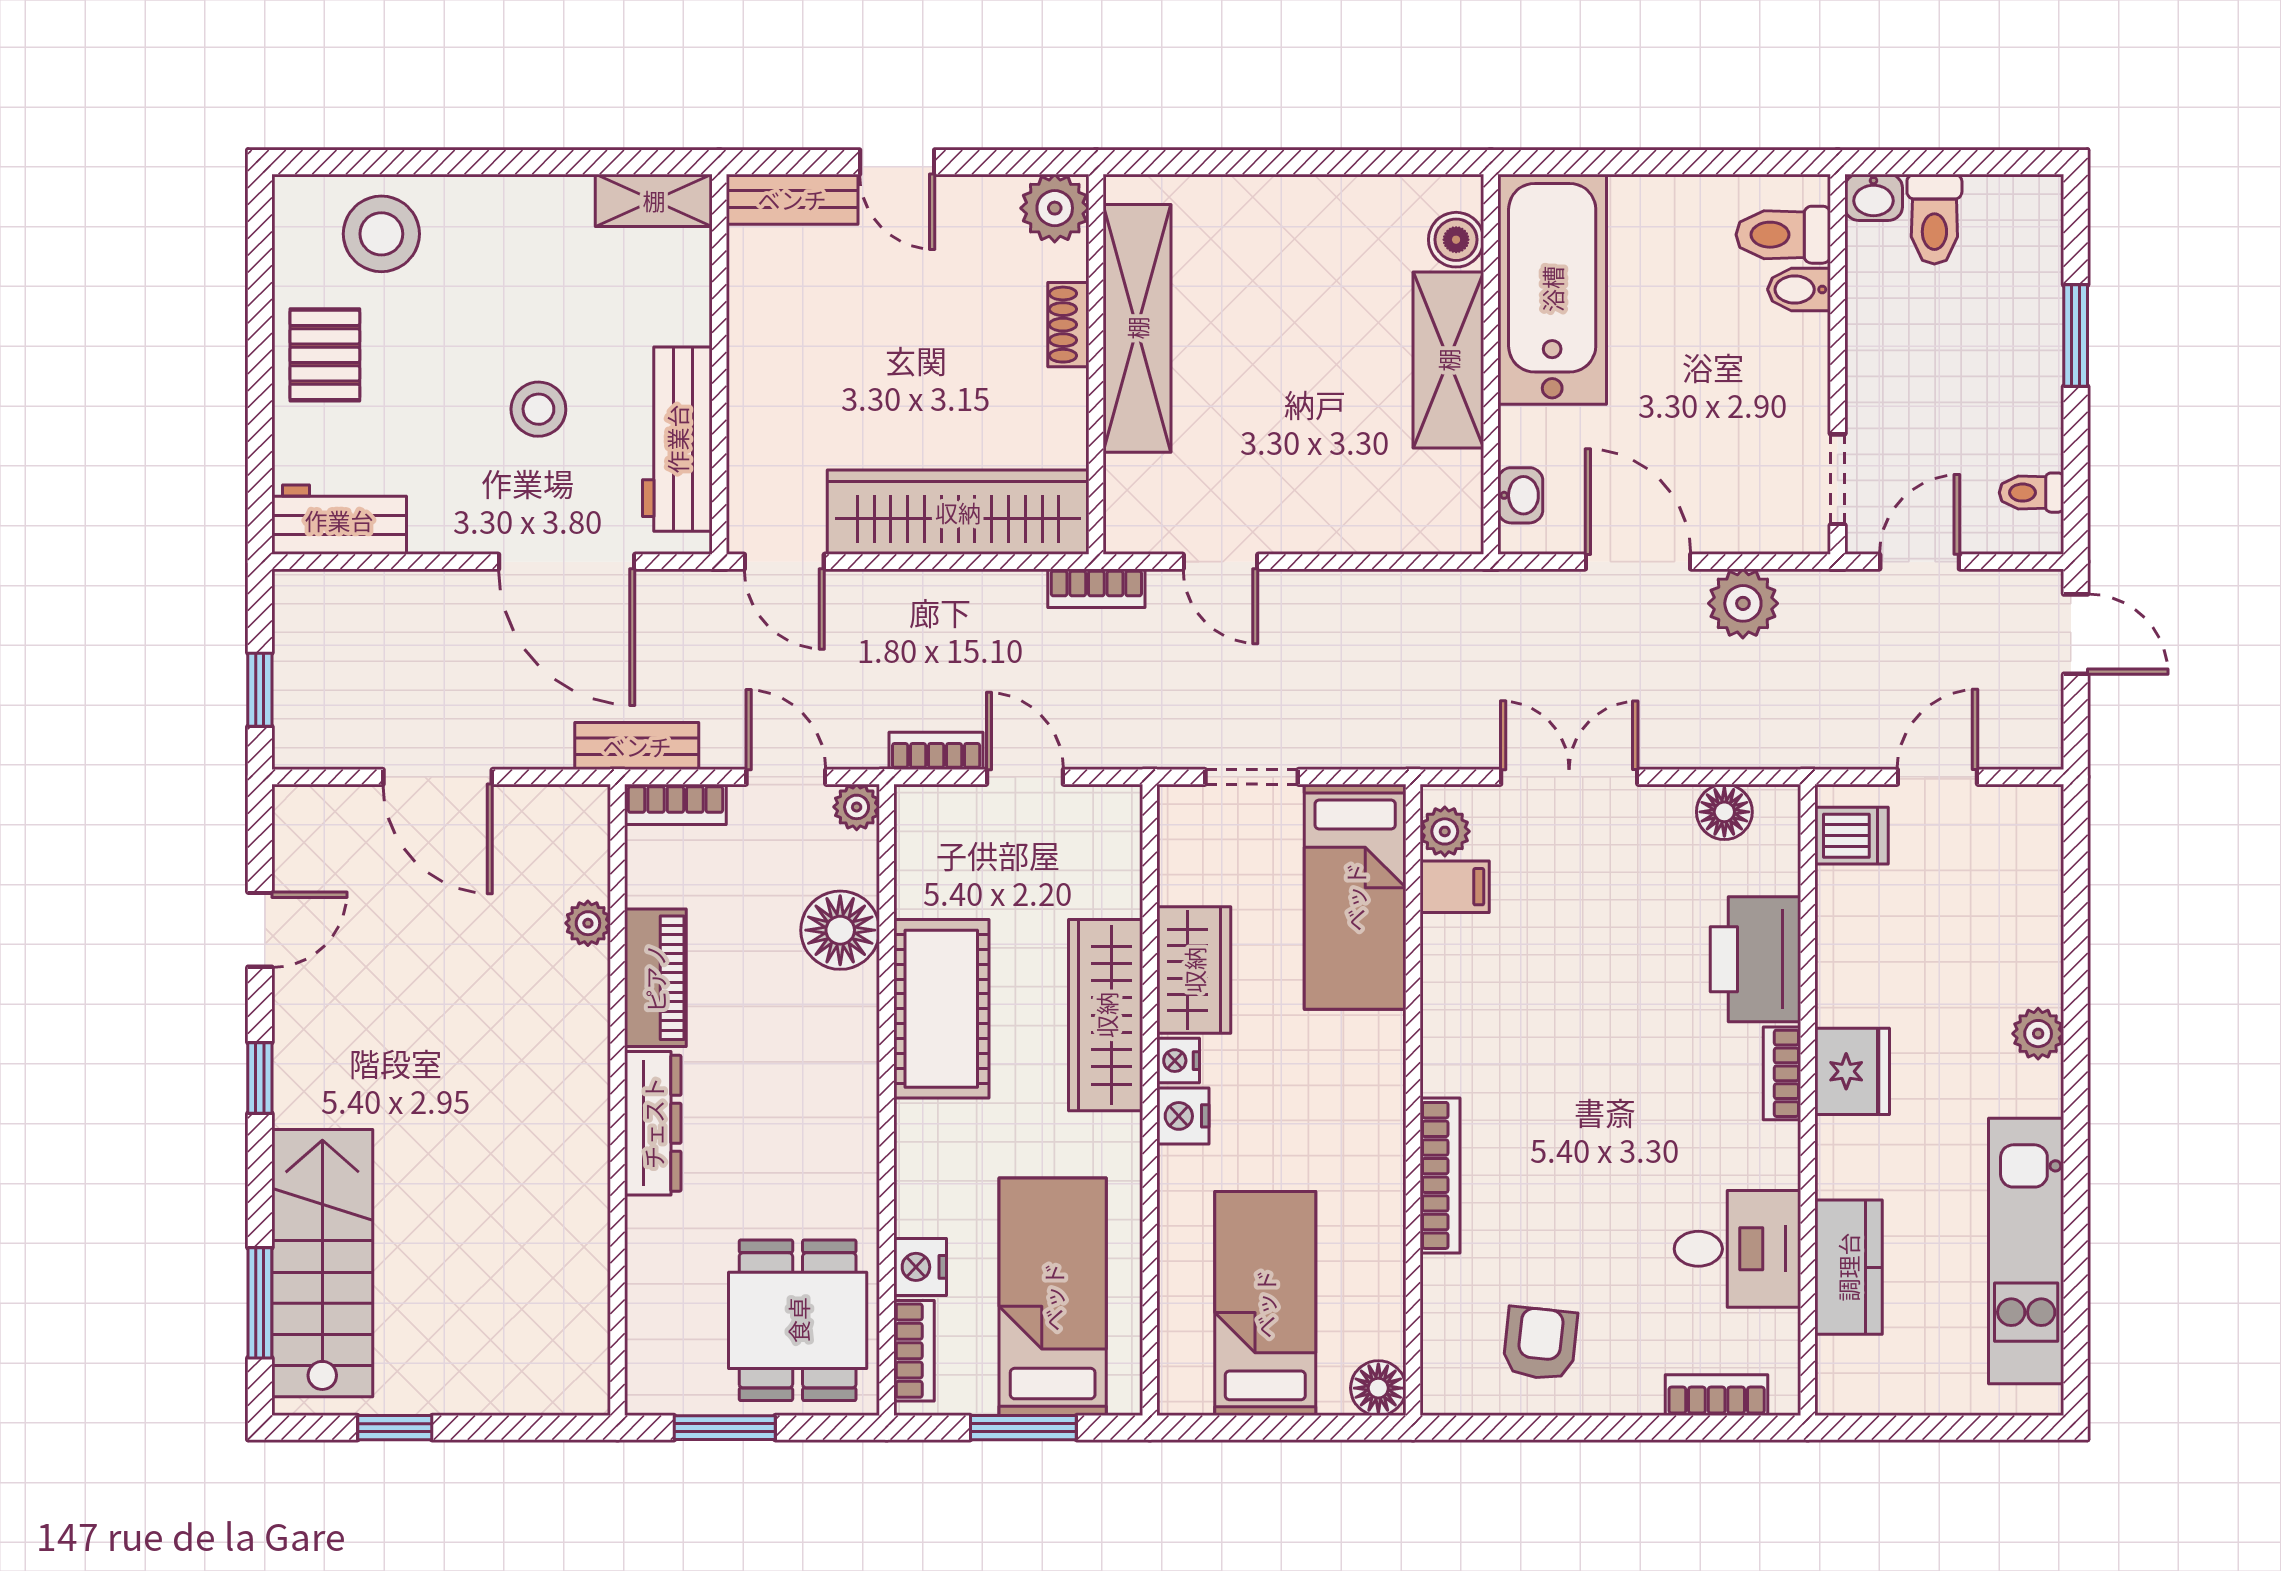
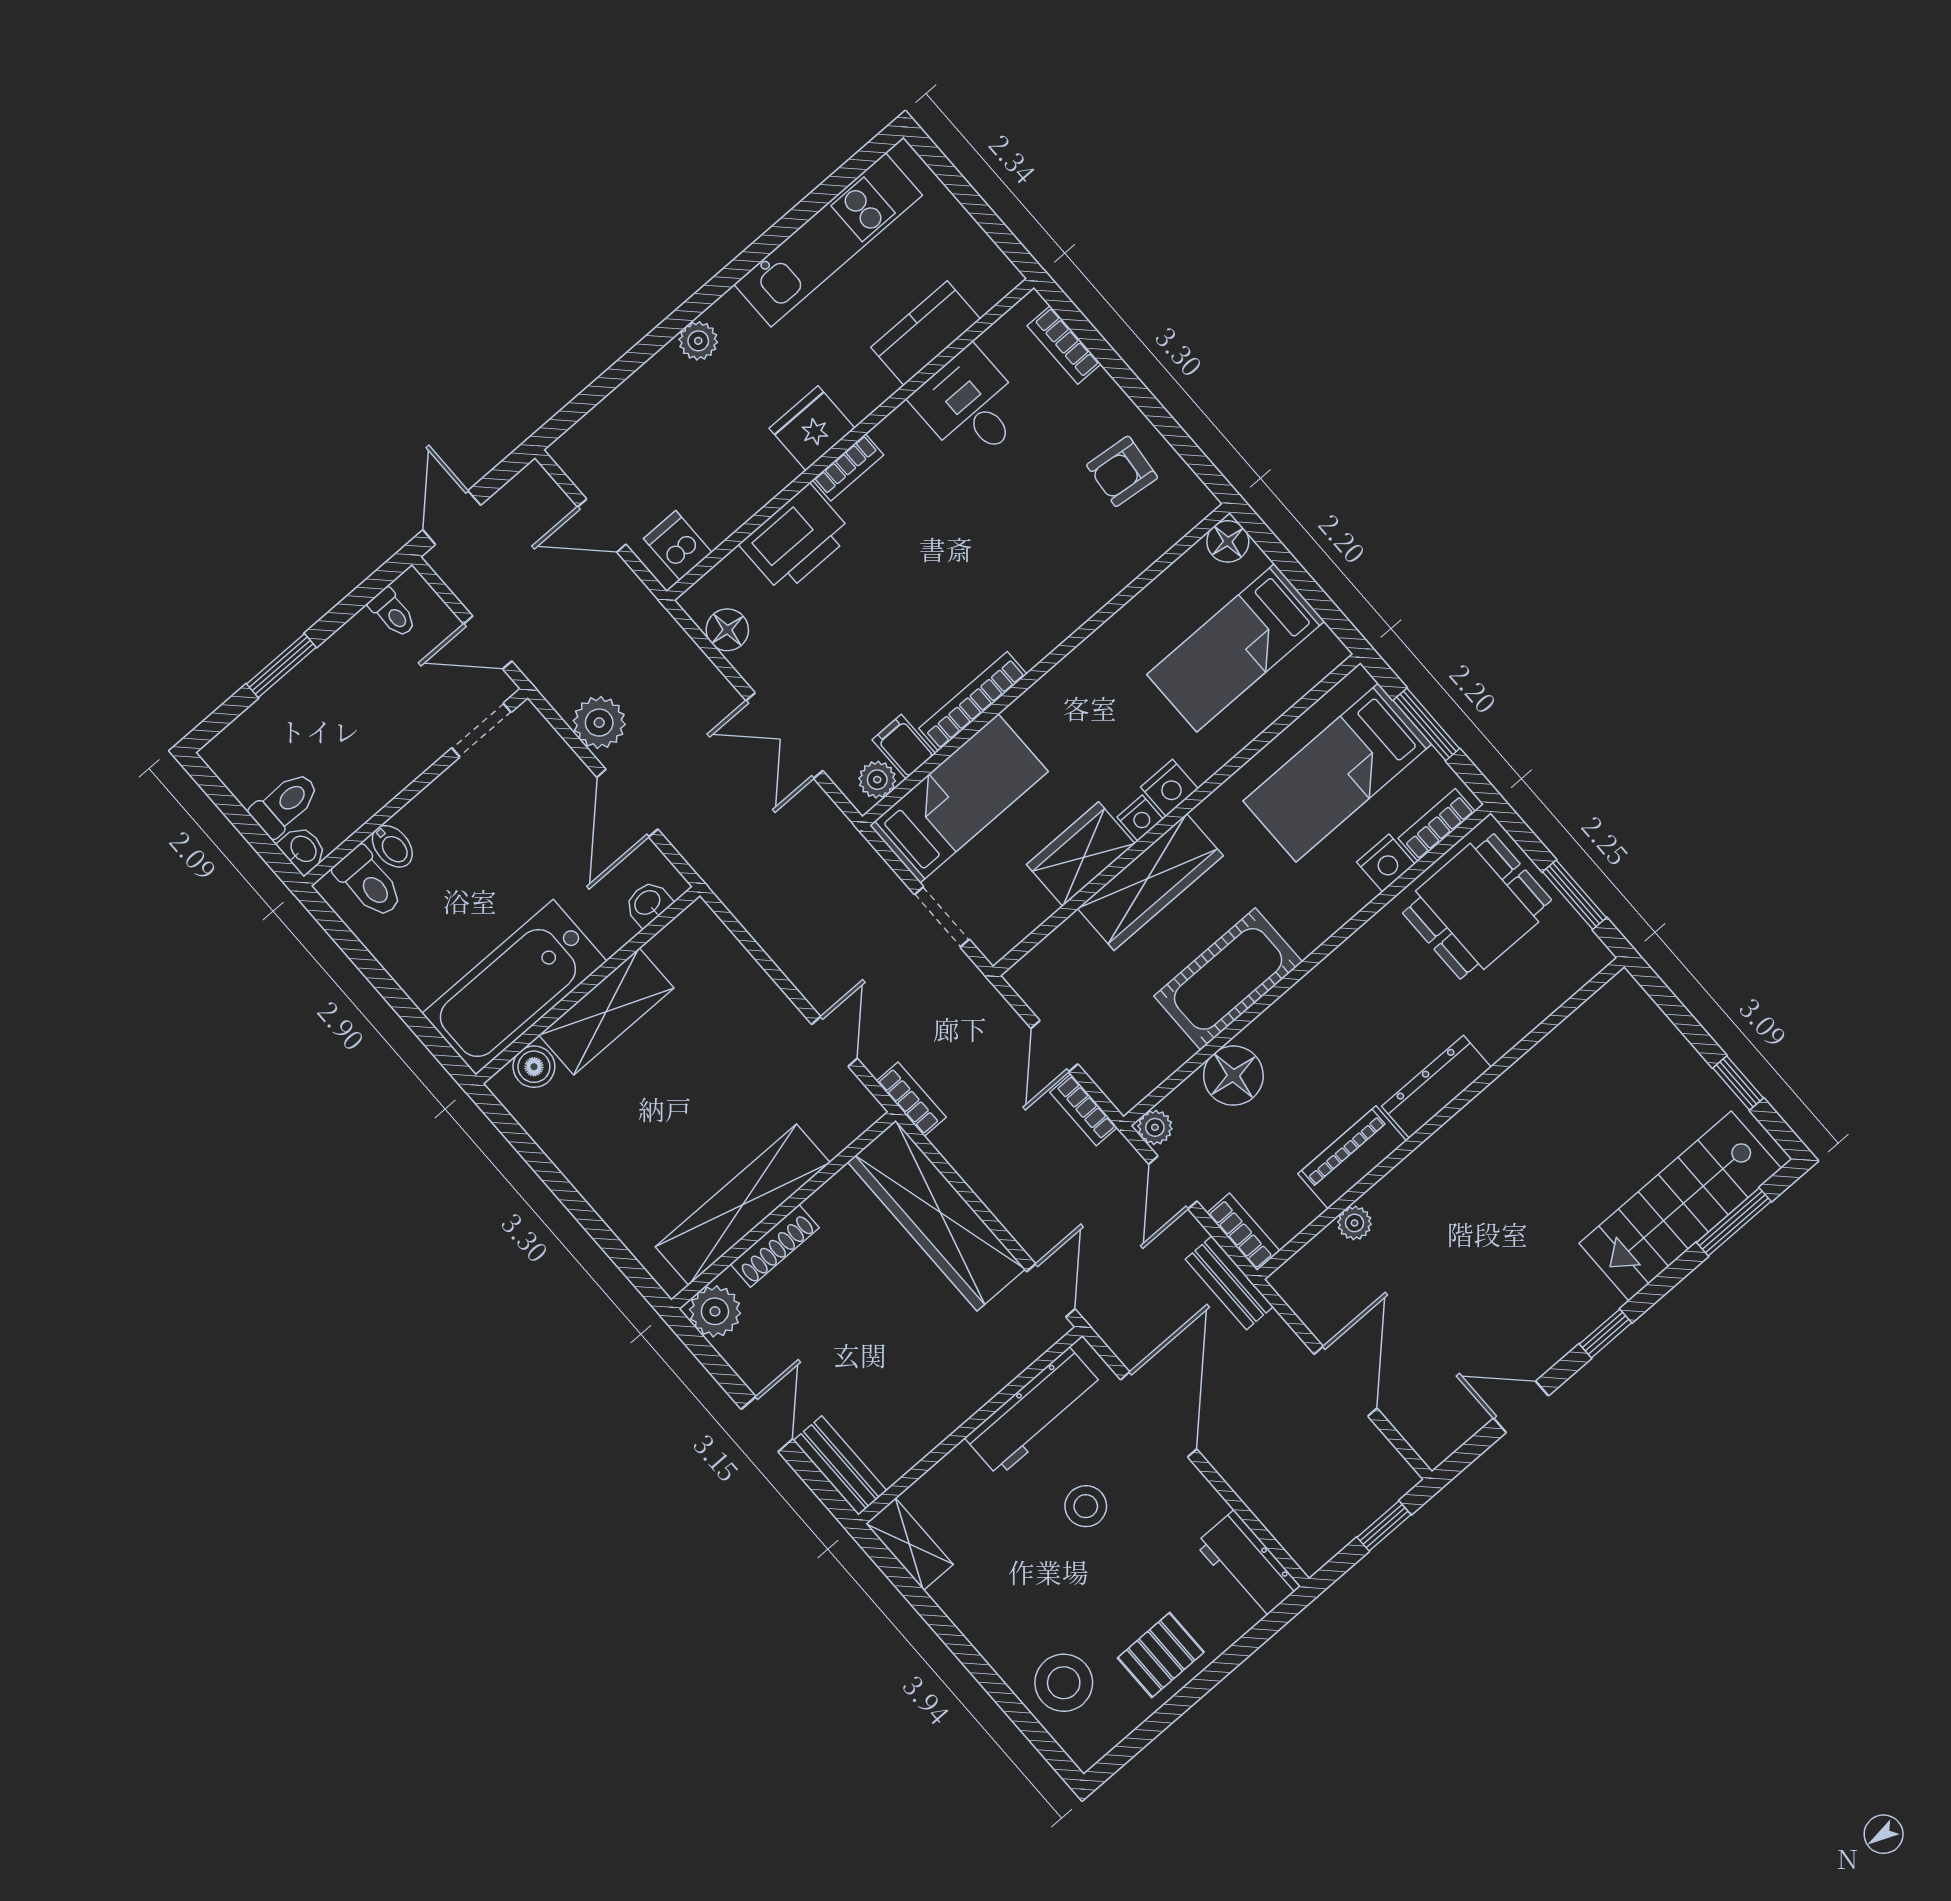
shoe rack: (1068, 325) -> (775, 1246), width x1.43
bookcase: (1440, 1175) -> (973, 701), moved

